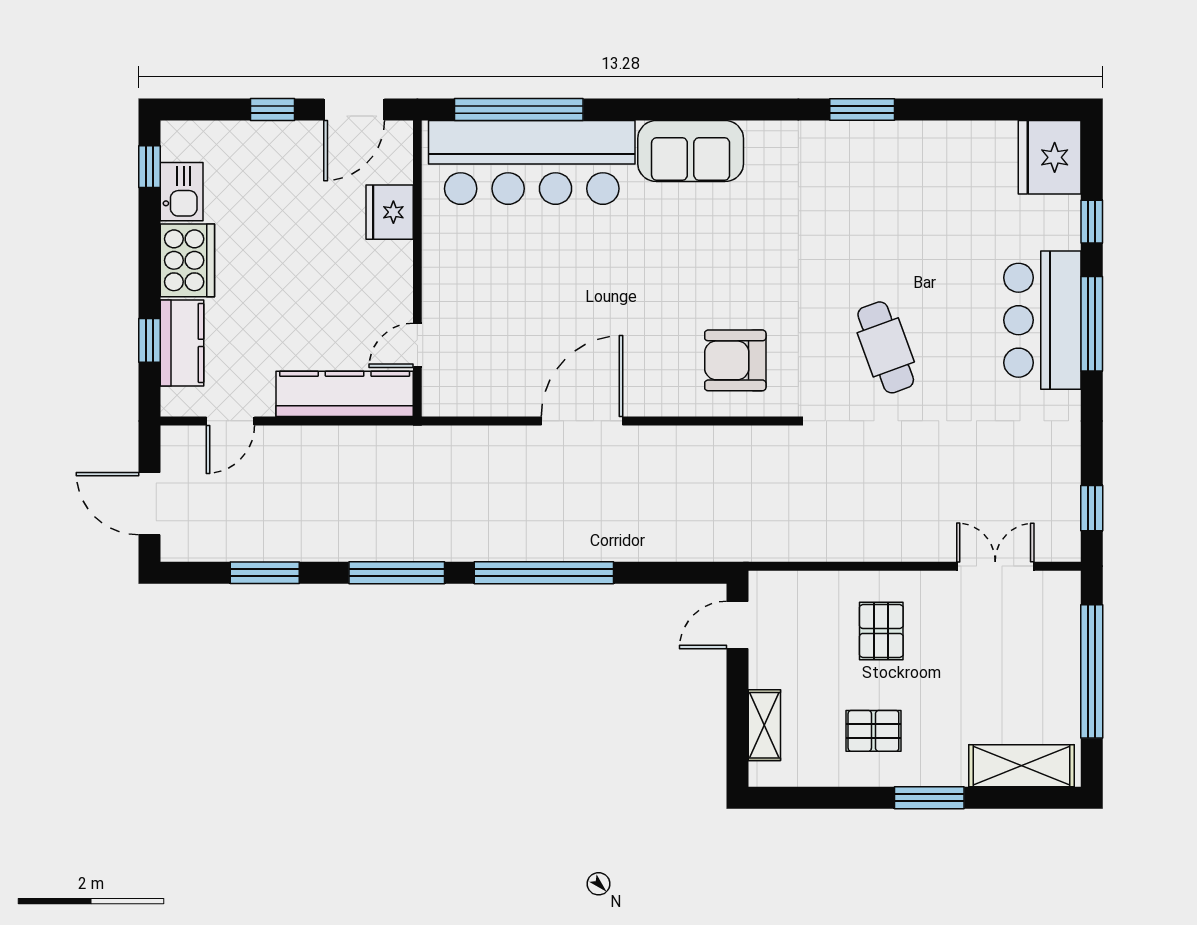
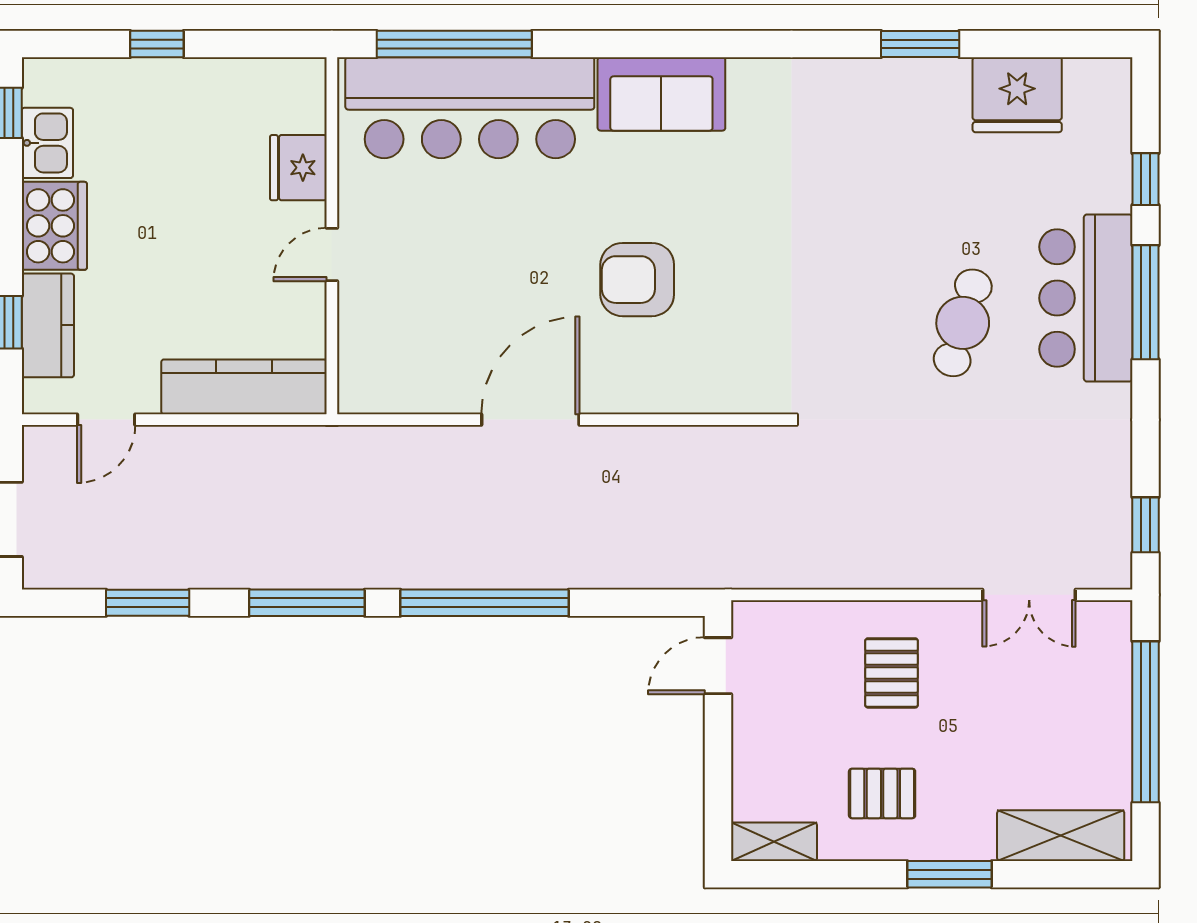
door: (354, 110) -> (256, 44), removed
window: (862, 110) -> (920, 44), moved
fridge: (1050, 157) -> (1017, 95), moved, turned -90
door: (417, 345) -> (332, 255), moved
cafe table: (886, 347) -> (963, 323), moved, turned 36
armchair: (735, 360) -> (637, 280), moved
double door: (995, 566) -> (1029, 595), swing flipped
shelving: (764, 725) -> (774, 842), moved, turned 90

